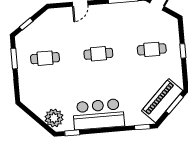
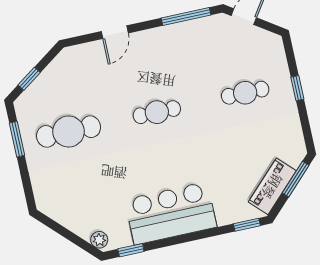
cafe table: (45, 58) -> (69, 132), width x1.37, depth x1.35
piano: (162, 101) -> (272, 186), width x0.73, depth x0.75
plant: (54, 118) -> (99, 240), width x0.53, depth x0.53

